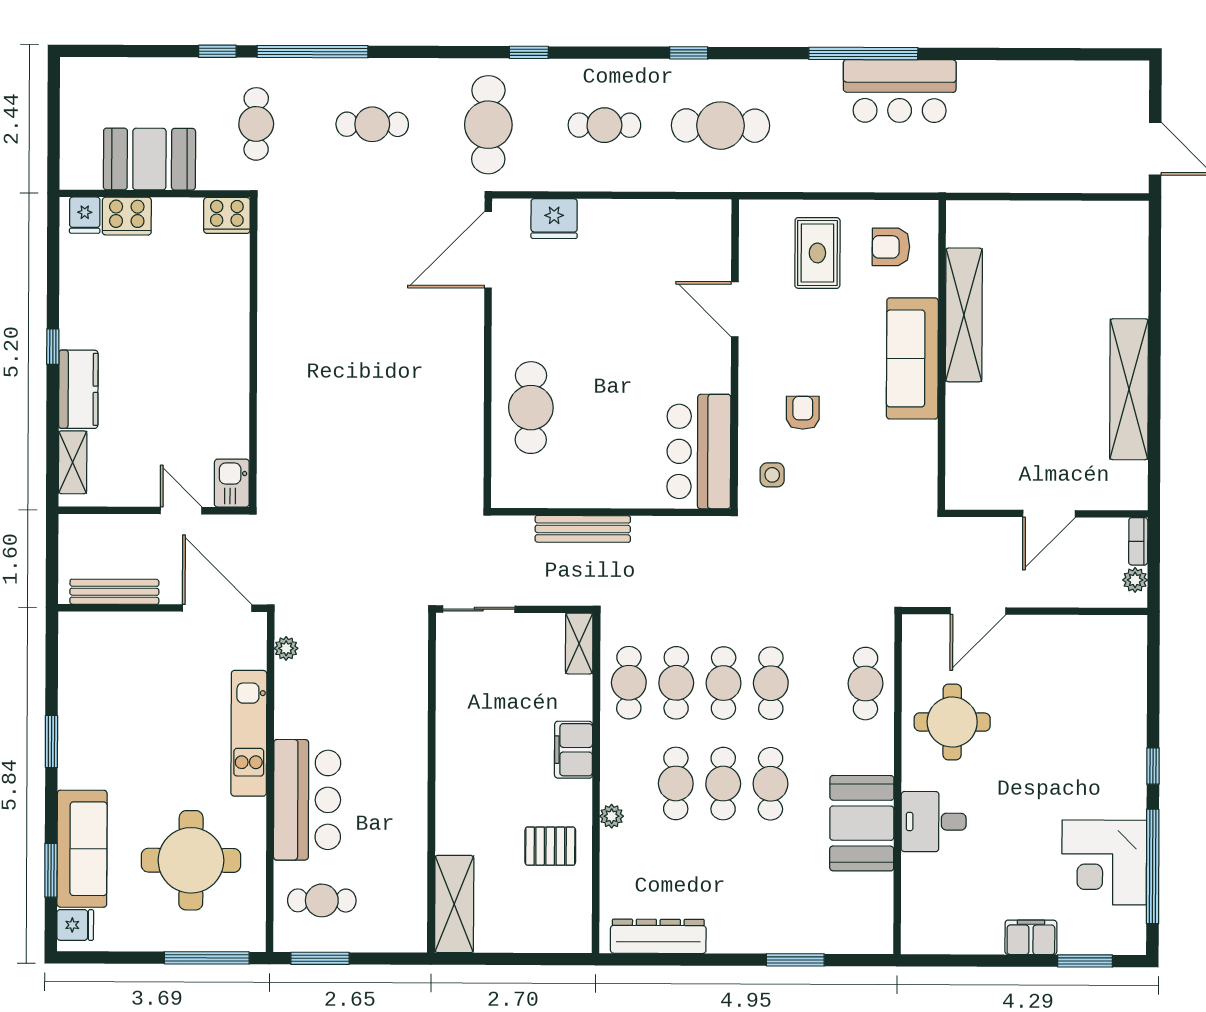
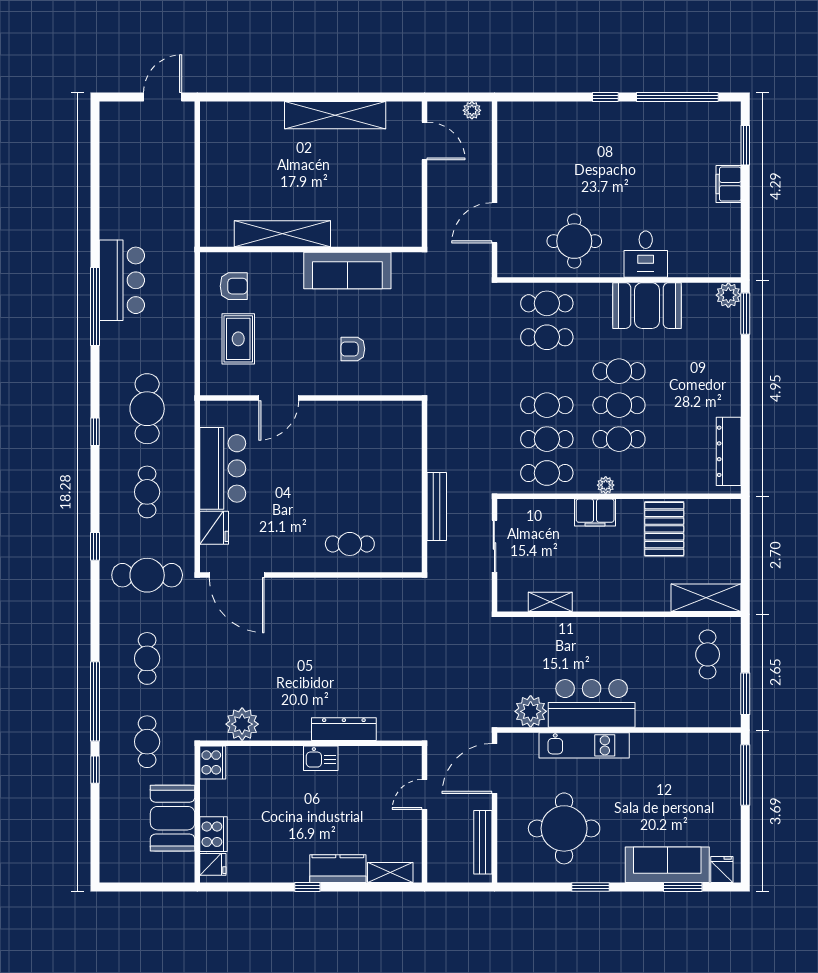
cafe table: (256, 124) -> (147, 742), turned 90
armchair: (891, 247) -> (234, 286), turned -90
rug: (817, 253) -> (238, 339), turned 90
plant: (280, 256) -> (242, 724), added
sofa: (912, 358) -> (347, 271), moved
dresser: (273, 398) -> (344, 729), added
cafe table: (531, 408) -> (350, 544), width x0.73, depth x0.74
bar counter: (699, 451) -> (223, 468), moved, turned -90
side table: (772, 475) -> (397, 371), removed
kitchen sink: (232, 483) -> (321, 758), moved
door: (1049, 514) -> (425, 141), moved
bookcase: (1138, 541) -> (444, 108), removed
sliding door: (479, 609) -> (494, 546), moved
door: (978, 611) -> (494, 223), swing flipped
shelving: (579, 644) -> (550, 602), moved
plant: (286, 648) -> (531, 711), width x1.88, depth x1.88
cafe table: (771, 683) -> (547, 337), moved
bar counter: (307, 800) -> (592, 703), moved
plant: (612, 816) -> (606, 485), moved
pallet: (550, 846) -> (664, 529), width x1.50, depth x1.42
round table: (191, 860) -> (564, 828), moved
corner desk: (1104, 862) -> (675, 132), removed
cafe table: (322, 900) -> (708, 654), moved
plant: (876, 937) -> (728, 295), added
window: (795, 960) -> (745, 314), moved

